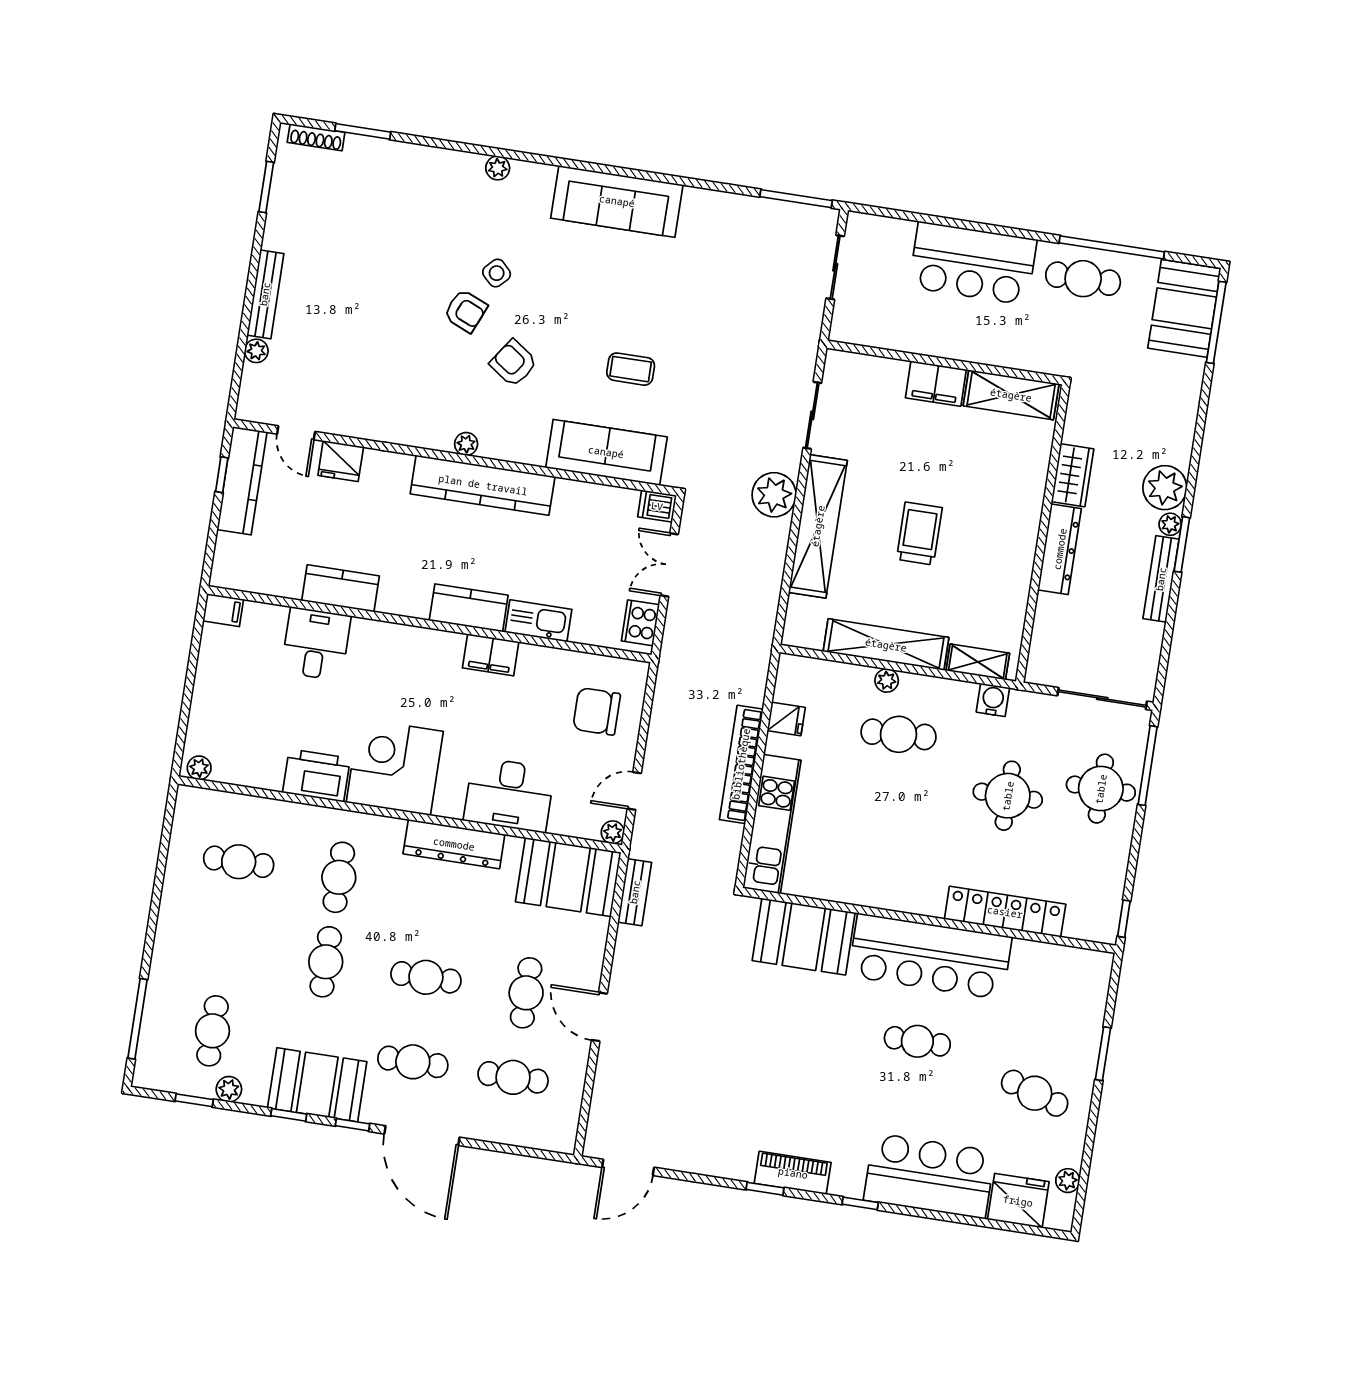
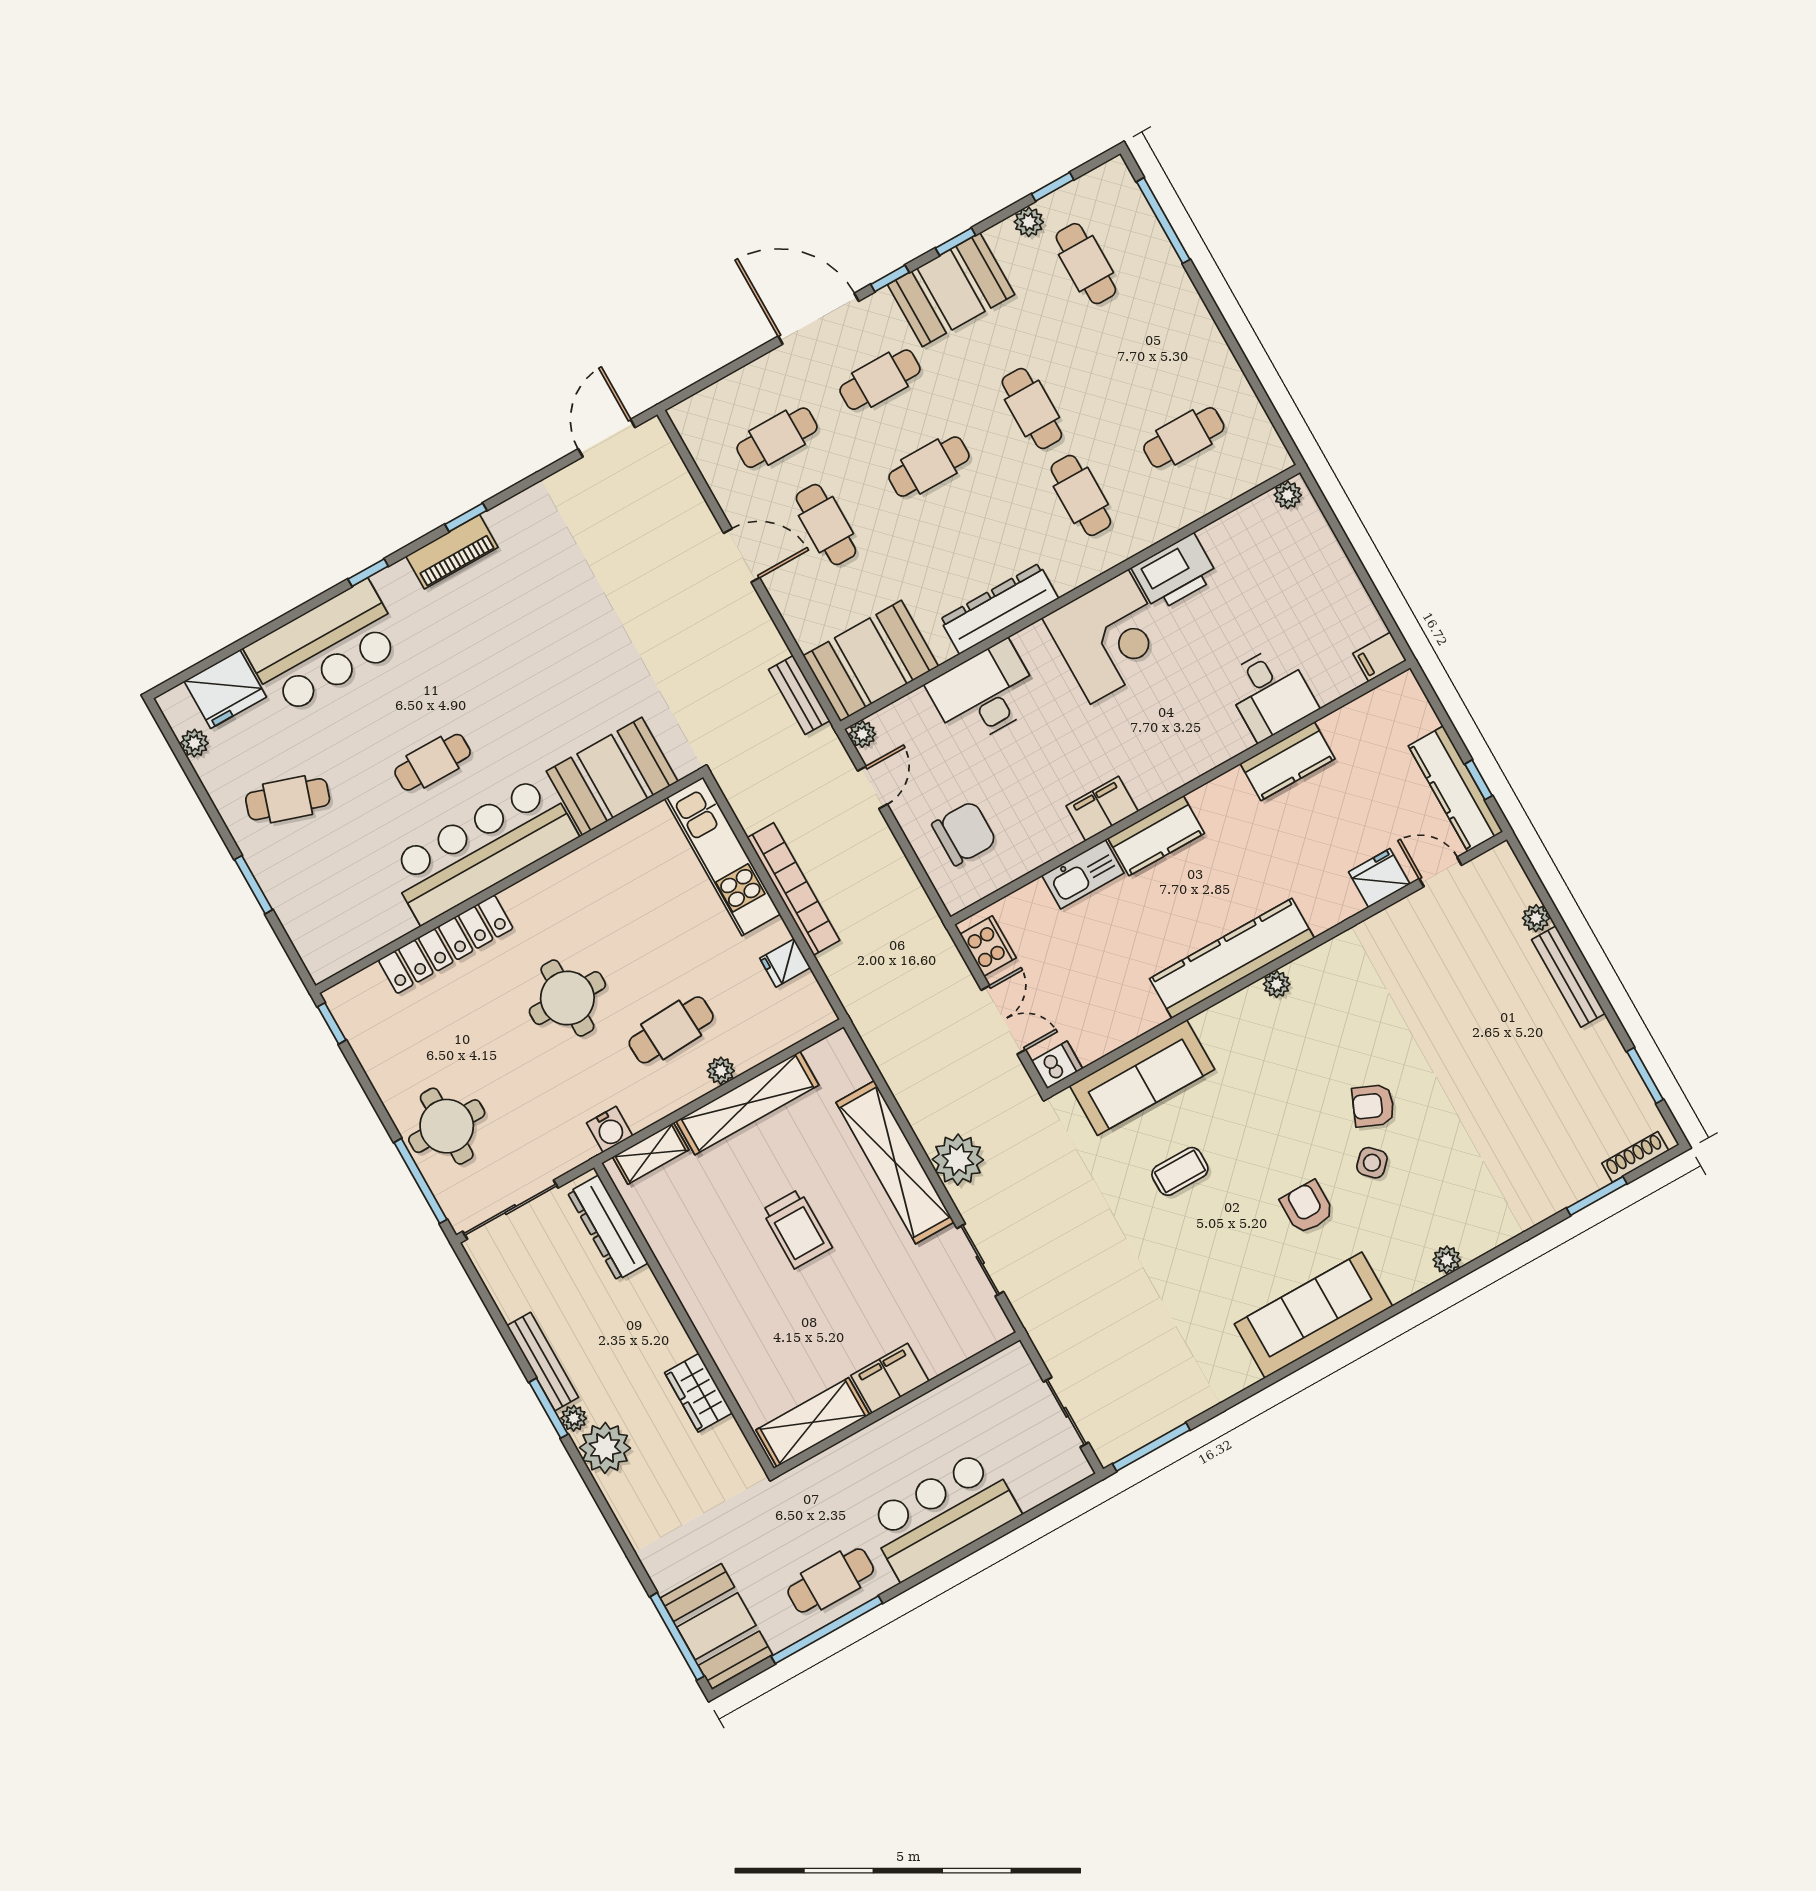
armchair: (513, 363) -> (1307, 1207), moved, turned -125
dresser: (1060, 549) -> (608, 1228), moved
round table: (1008, 796) -> (567, 998), moved

